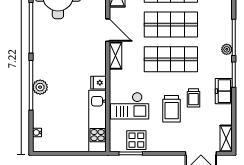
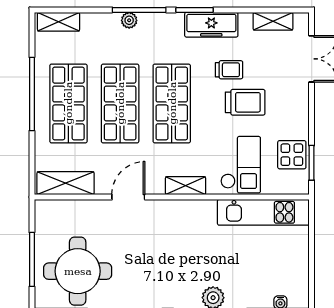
plant: (227, 49) -> (129, 20), moved
shelving: (115, 56) -> (186, 186), moved
fridge: (99, 83) -> (206, 211), removed
freezer: (224, 91) -> (211, 25), width x1.40
shelving: (226, 138) -> (273, 21), moved

